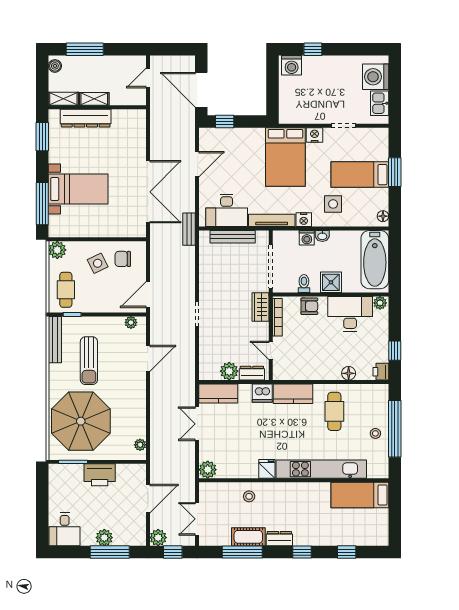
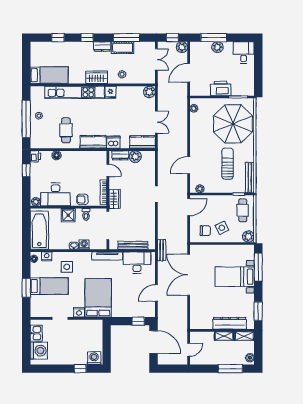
nightstand: (304, 220) -> (47, 256), moved
wardrobe: (288, 492) -> (96, 77), added

